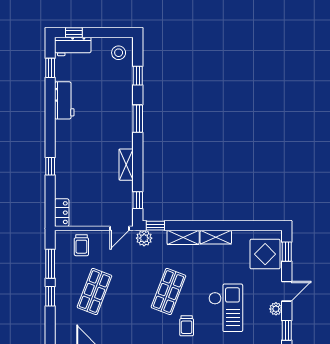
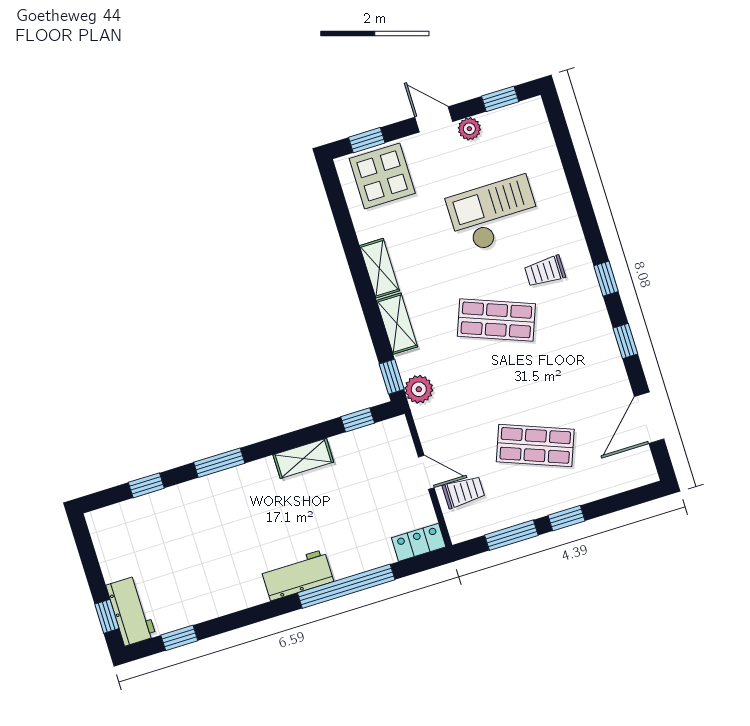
stool: (119, 53) -> (118, 530), removed
workbench: (64, 100) -> (297, 575), moved
window: (50, 166) -> (346, 586), width x3.17
door: (119, 228) -> (426, 472), moved
trolley: (187, 326) -> (545, 271), turned 180

